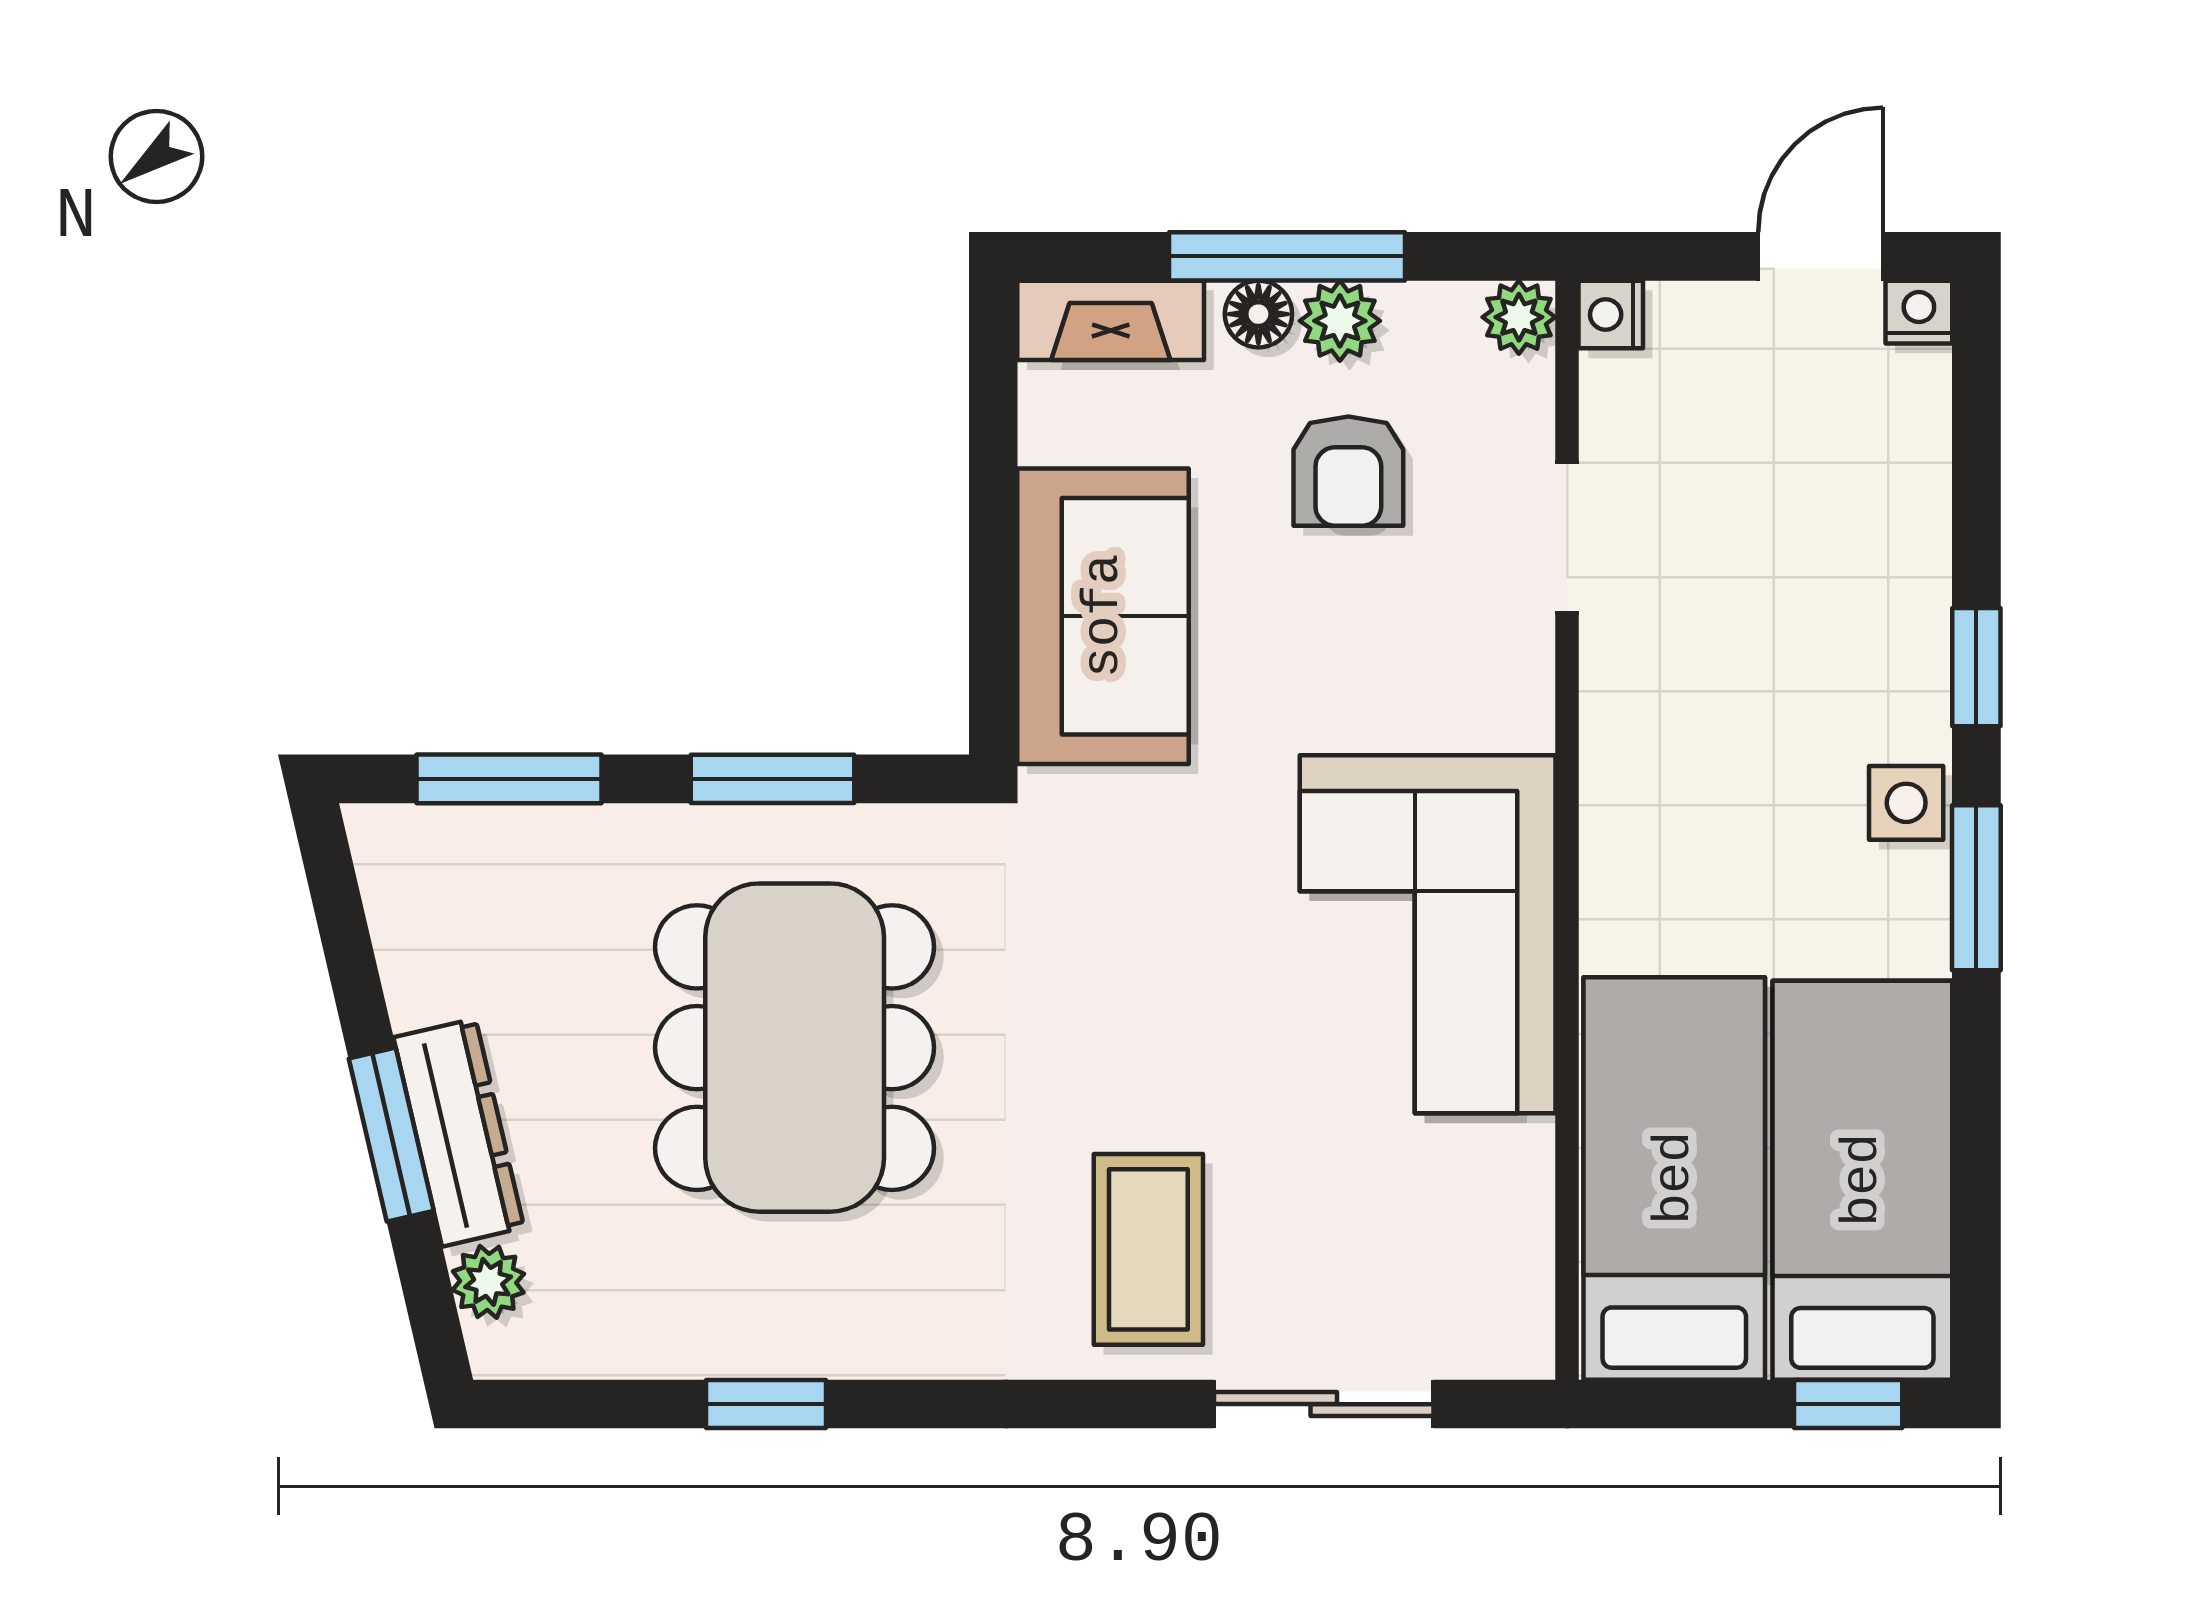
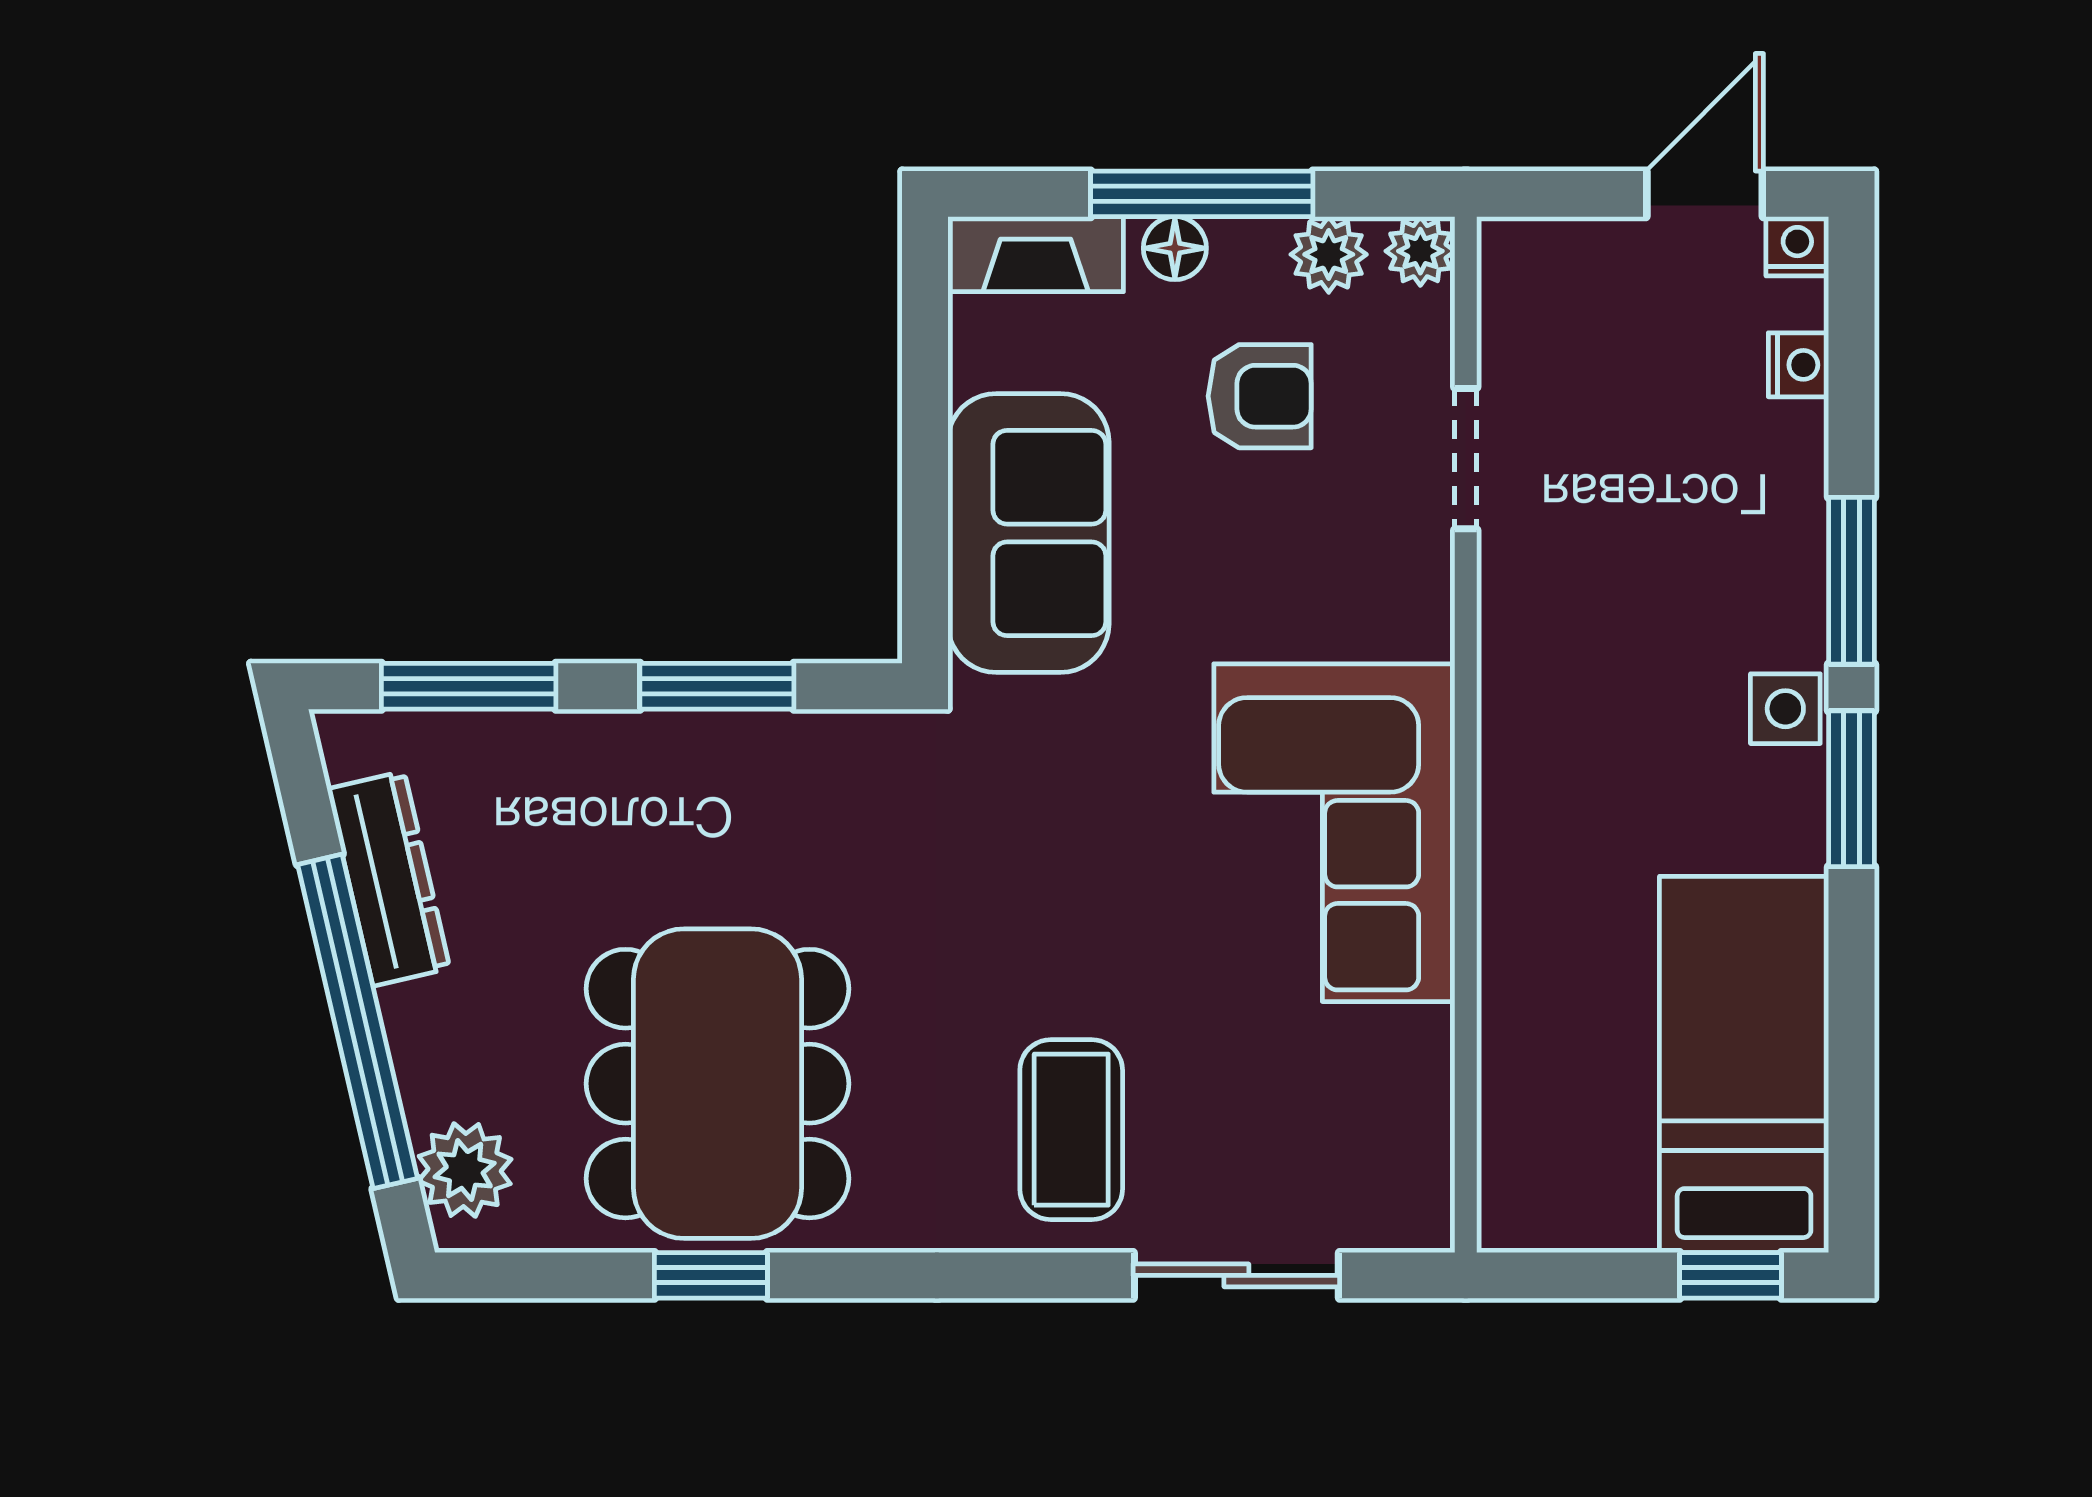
nightstand: (1611, 315) -> (1798, 365), moved, turned 180
plant: (1340, 321) -> (1329, 254), moved
armchair: (1348, 471) -> (1260, 396), turned -90
window: (1976, 667) -> (1852, 581), width x1.50
dining table: (795, 1048) -> (718, 1084), moved
dresser: (459, 1132) -> (389, 879), moved
window: (391, 1135) -> (358, 1021), width x2.11
bed: (1674, 1178) -> (1567, 1063), removed
plant: (488, 1282) -> (465, 1170), width x1.38, depth x1.38

